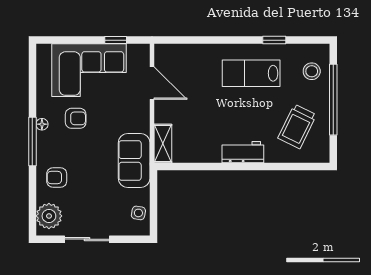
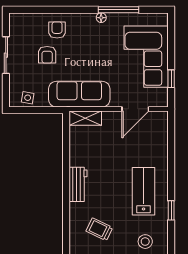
armchair: (76, 118) -> (47, 55), moved
trolley: (297, 126) -> (99, 229), width x0.73, depth x0.72
window: (32, 141) -> (118, 10), moved
sofa: (134, 160) -> (79, 94), width x1.36
plant: (49, 216) -> (25, 23), removed

